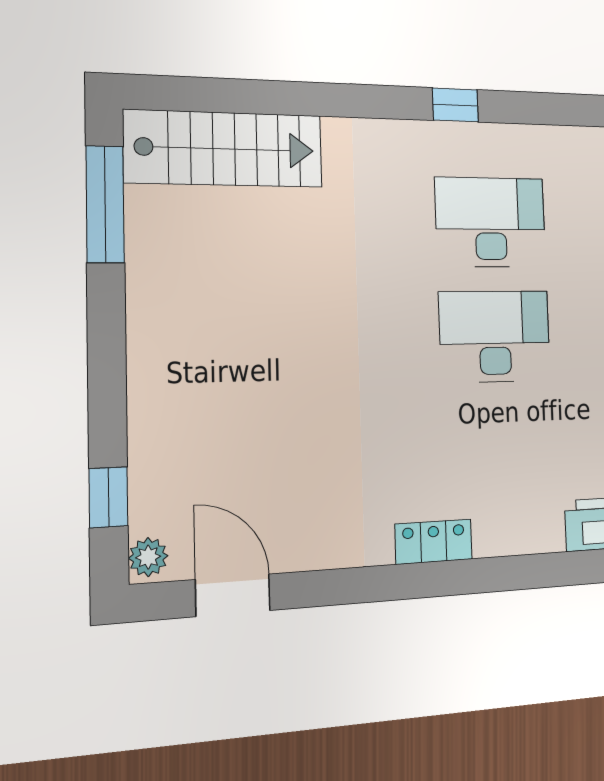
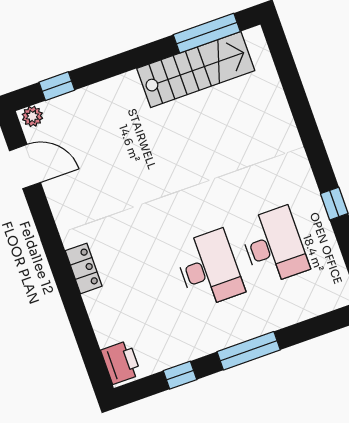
stairs: (224, 149) -> (196, 70), moved, turned -90
door: (233, 595) -> (25, 167), hinge flipped

